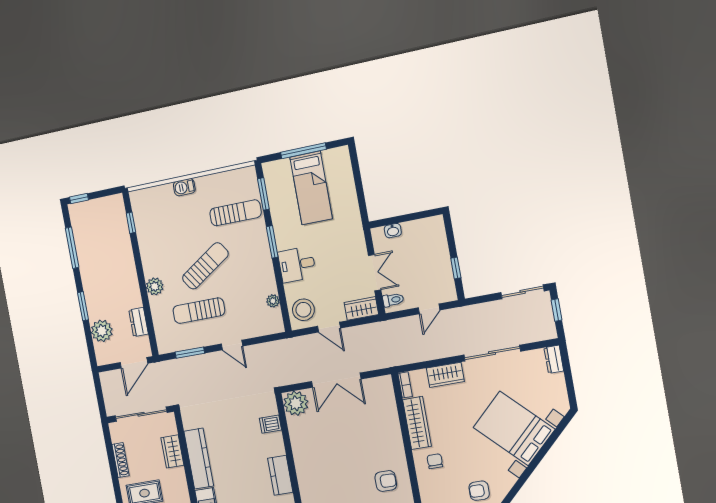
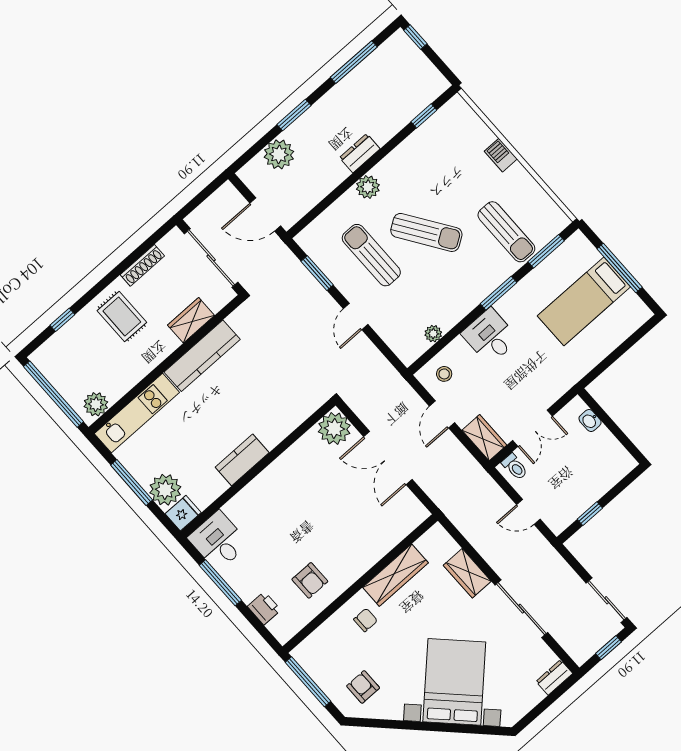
stool: (303, 310) -> (444, 374), width x0.53, depth x0.53
dresser: (139, 322) -> (360, 153), moved
bookcase: (405, 385) -> (429, 537), removed
dishwasher: (270, 424) -> (293, 414), removed

